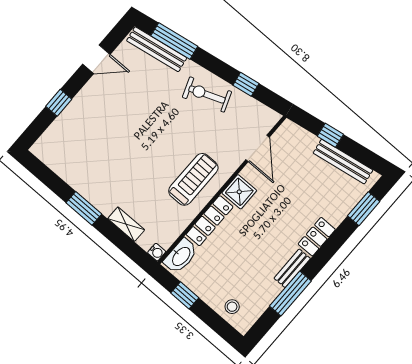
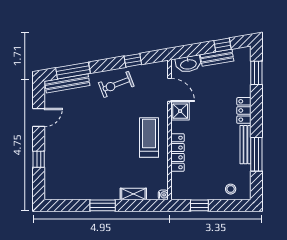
window: (330, 135) -> (223, 45), moved
bench: (343, 162) -> (217, 58), width x0.73
shower: (239, 192) -> (180, 111), moved
washbasin: (181, 256) -> (188, 64), moved, turned 80
bench: (292, 268) -> (245, 145), width x1.36

